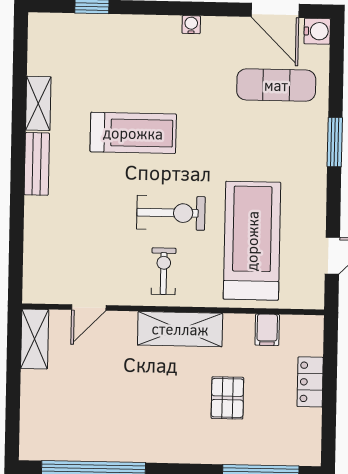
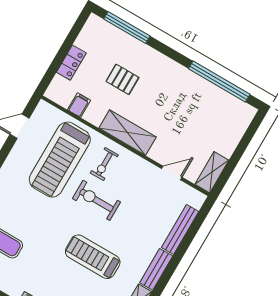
bench: (34, 237) -> (180, 230), added
exercise bike: (164, 271) -> (104, 164), moved
pallet: (227, 398) -> (122, 79), turned 90

